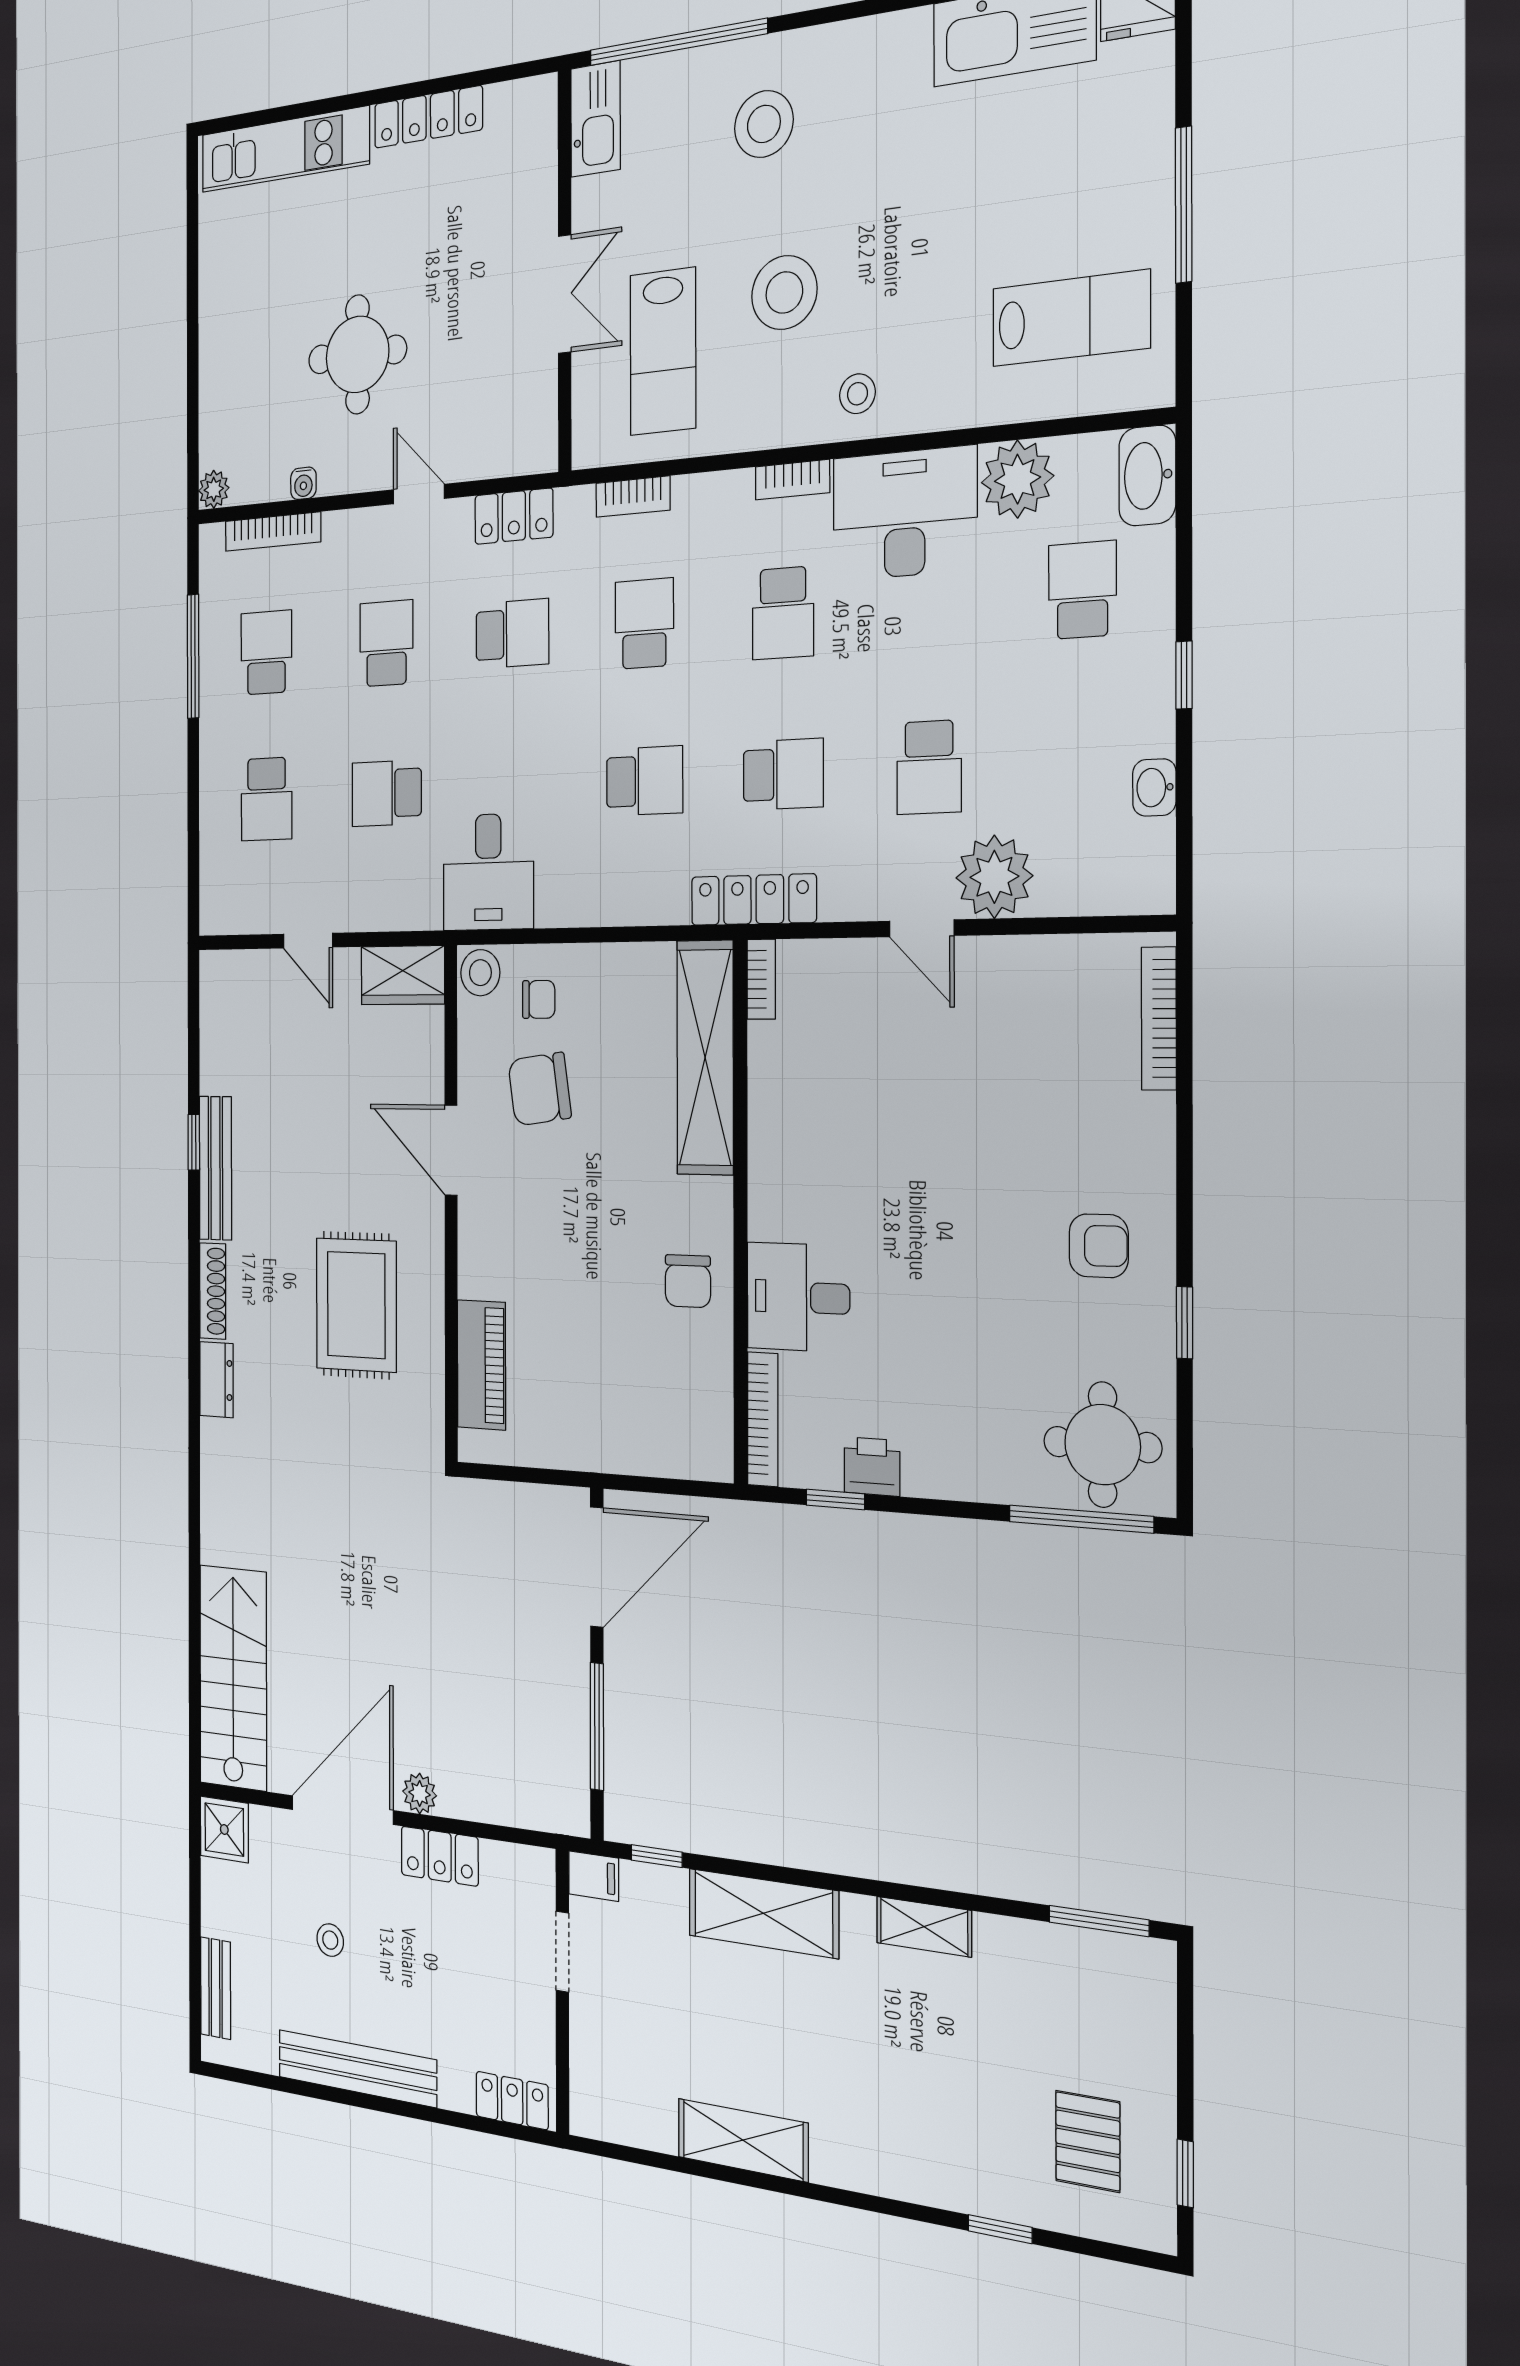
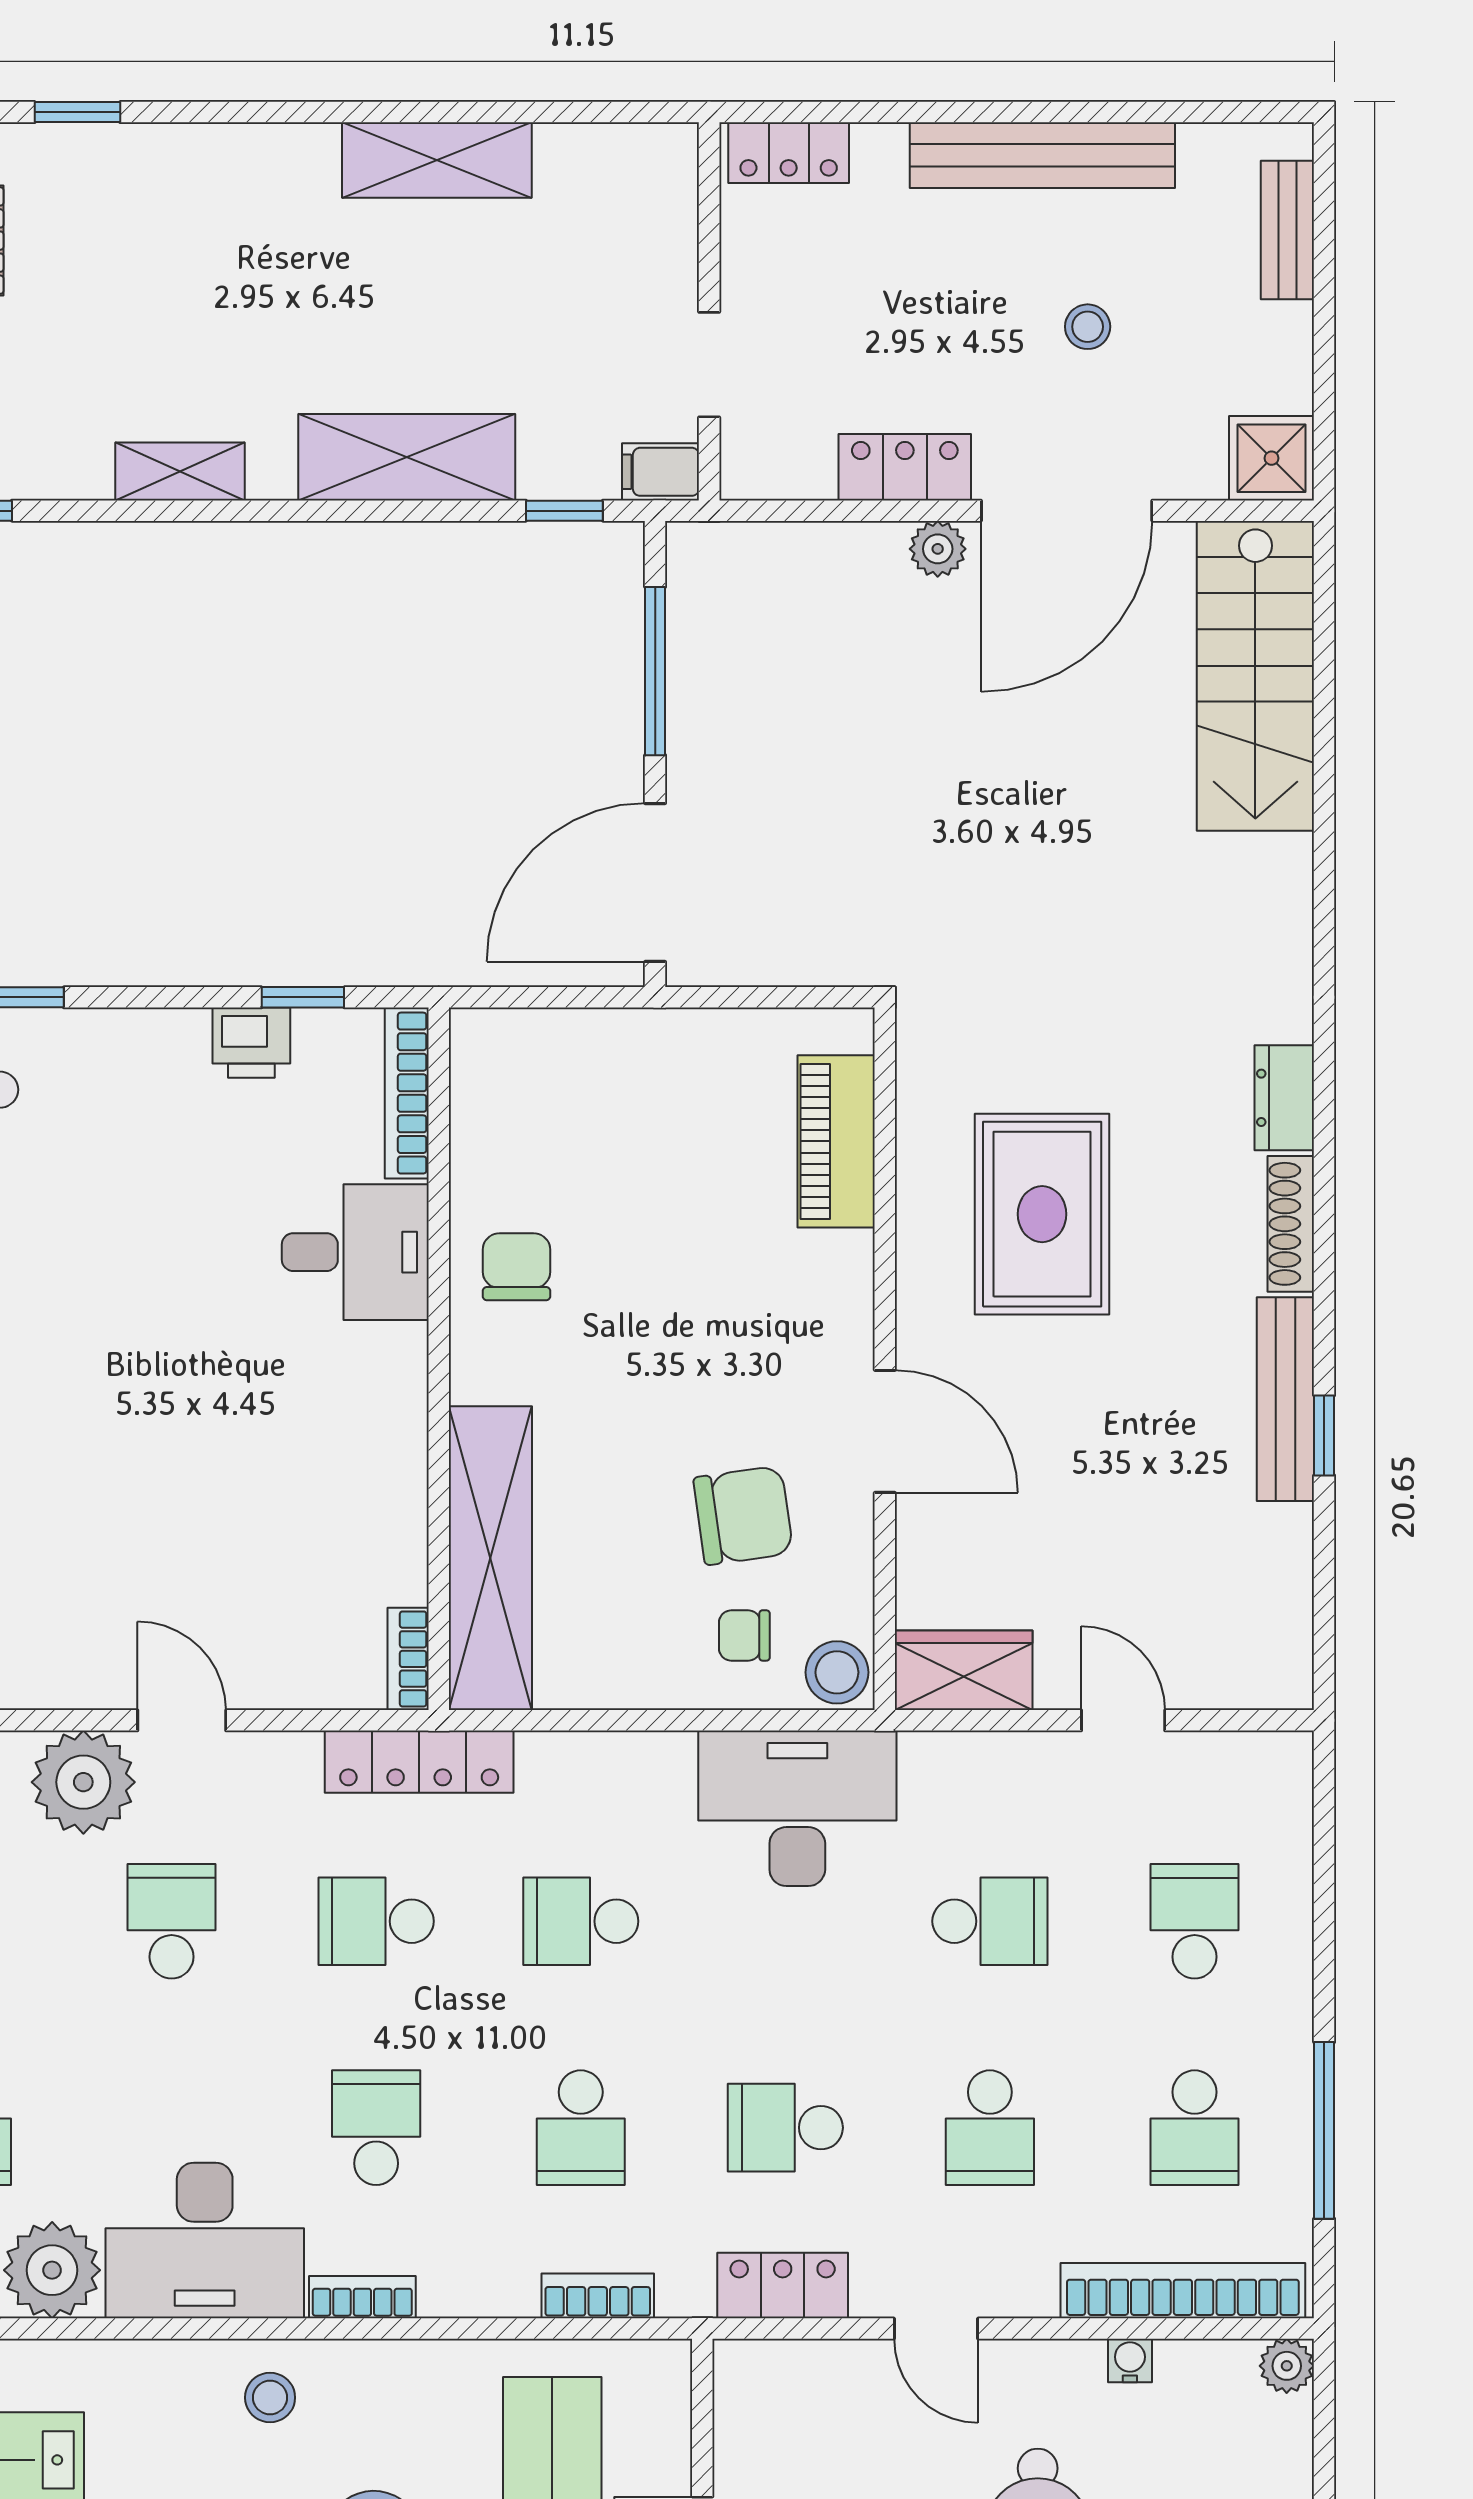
bookcase: (273, 532) -> (1183, 2291), width x1.48, depth x1.31
desk: (488, 872) -> (797, 1808), width x1.37

